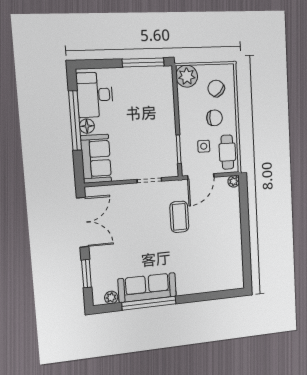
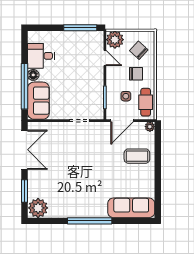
desk: (95, 95) -> (41, 56), width x0.73
door: (176, 100) -> (105, 58), added
window: (75, 121) -> (24, 86), moved
coffee table: (179, 217) -> (137, 156), moved, turned 90
sofa: (147, 288) -> (131, 208), moved
plant: (111, 297) -> (38, 208), width x1.88, depth x1.88
window: (149, 303) -> (90, 221), moved

